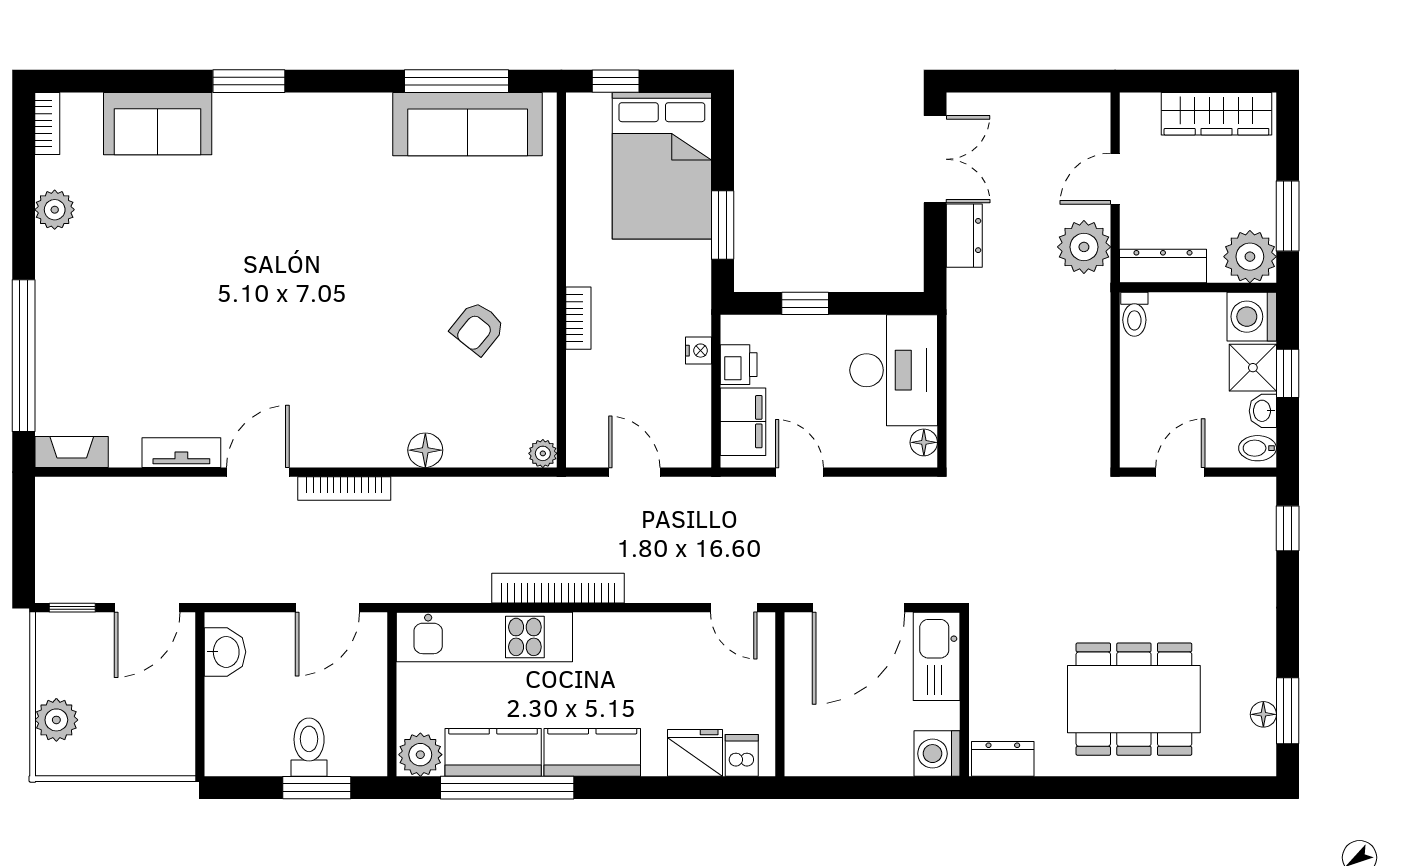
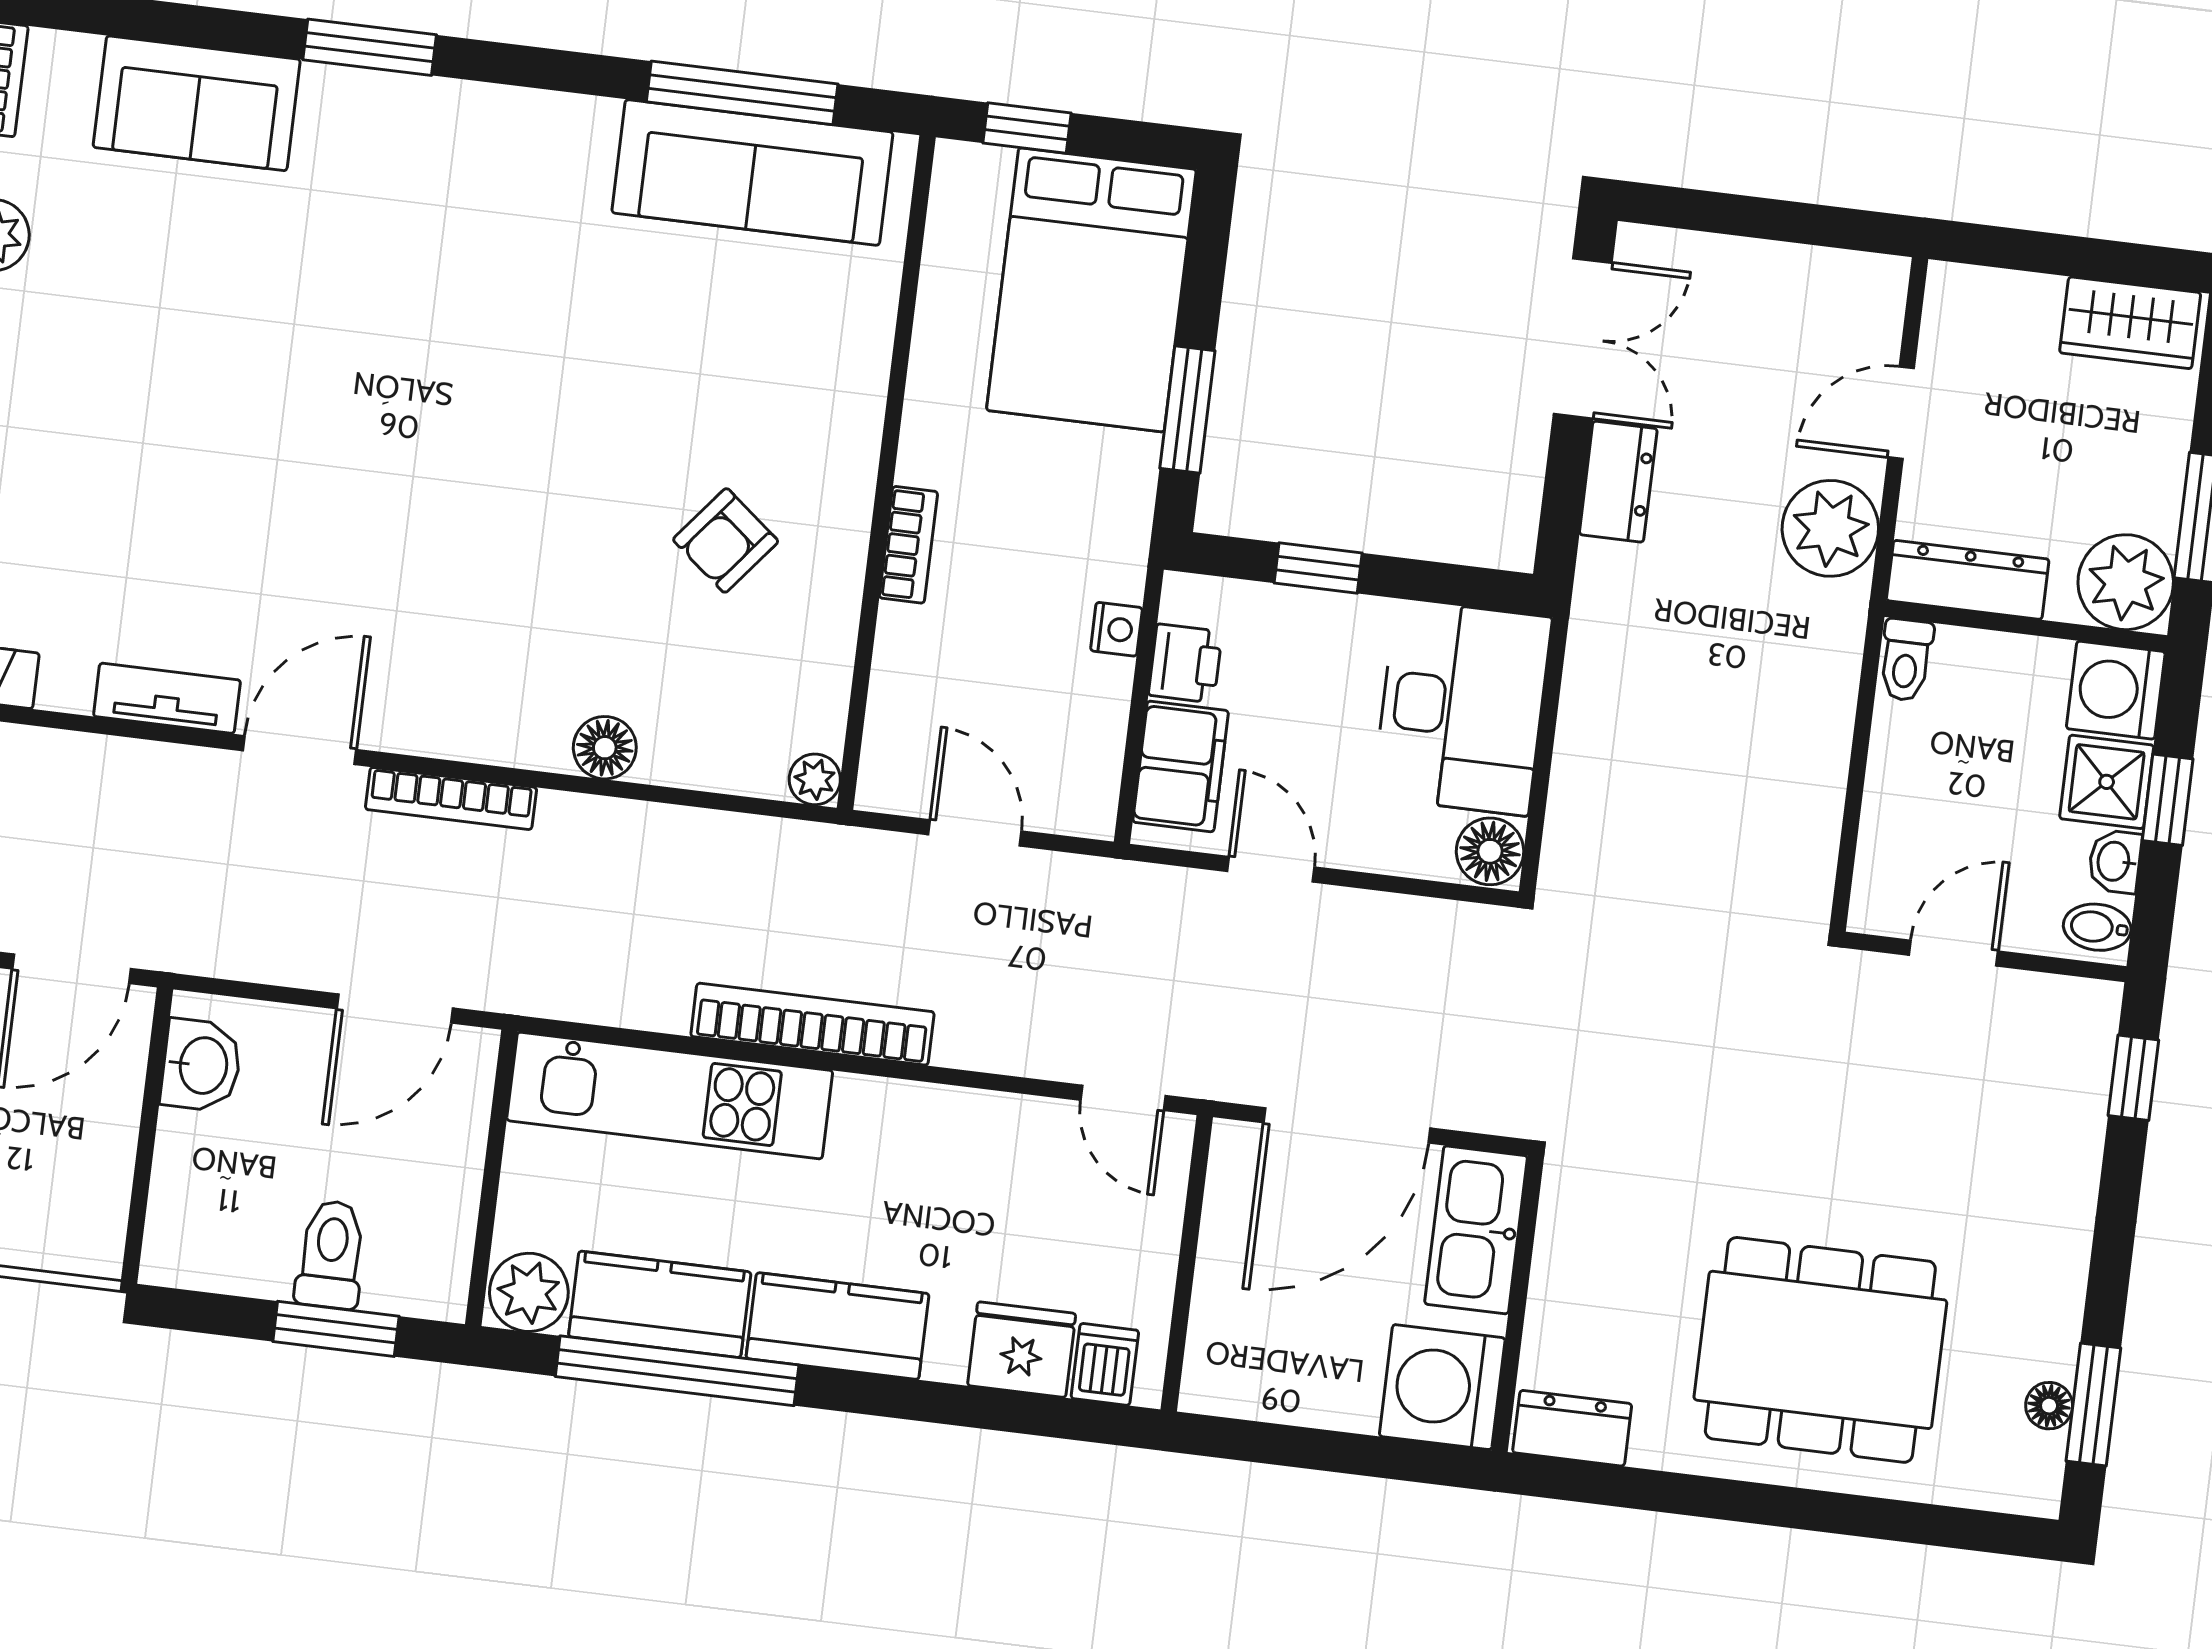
wardrobe: (1216, 114) -> (2130, 323), width x0.67
floor lamp: (924, 442) -> (1490, 851), width x1.37, depth x1.37
washing machine: (937, 754) -> (1442, 1387), width x1.37, depth x1.37

